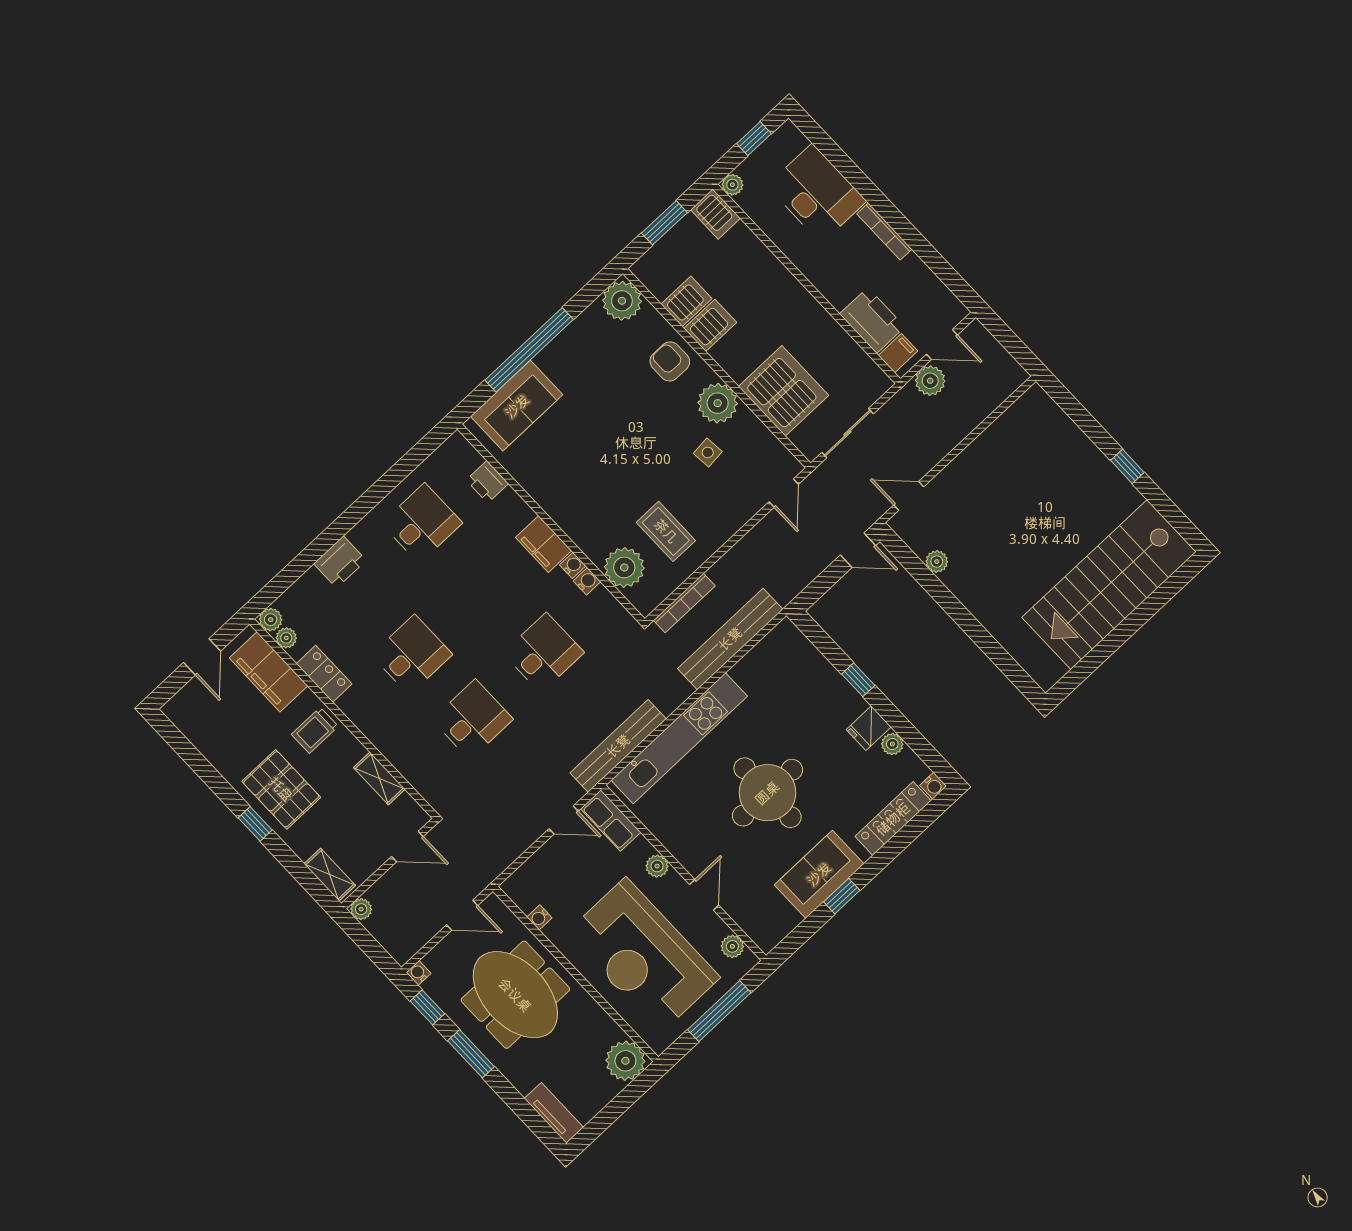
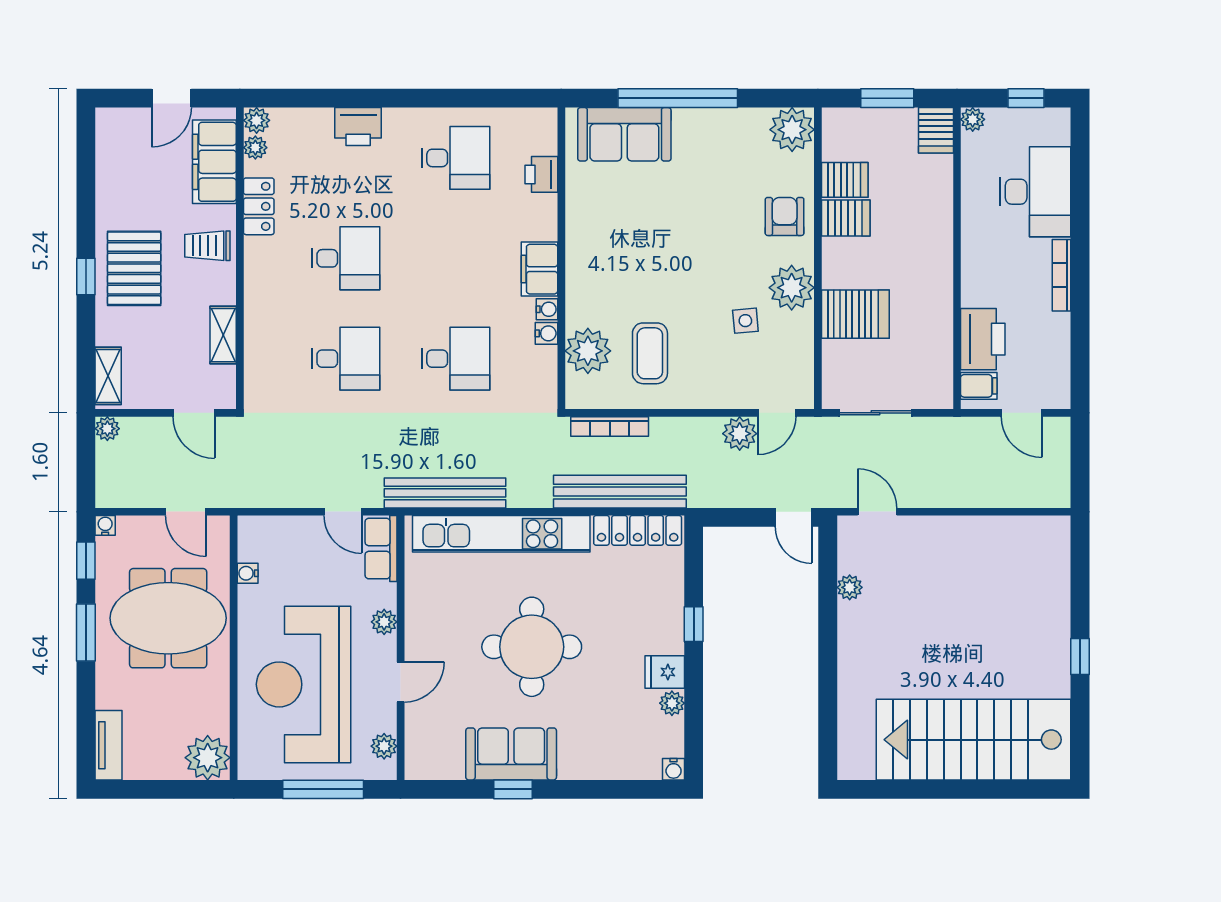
plant: (930, 381) -> (740, 434), moved
server rack: (784, 391) -> (855, 314), width x0.62
locker: (893, 819) -> (638, 530), moved, turned 180
meeting table: (515, 995) -> (168, 618), turned 90

